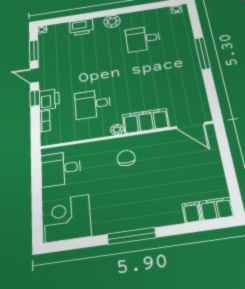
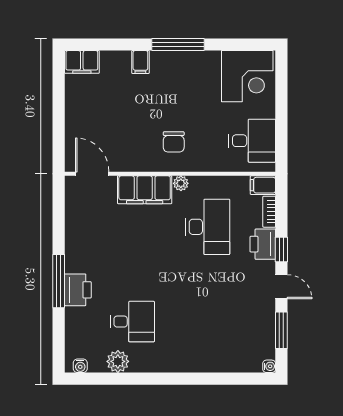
plant: (112, 21) -> (118, 361), moved
printer: (81, 27) -> (78, 290), moved, turned 90
desk: (93, 104) -> (208, 227), width x1.37
filing cabinet: (50, 138) -> (263, 185), added
filing cabinet: (192, 212) -> (140, 62), moved

